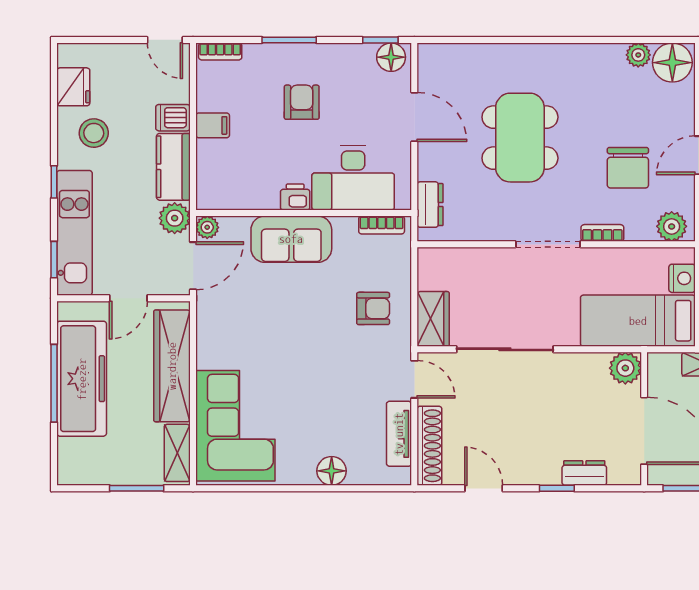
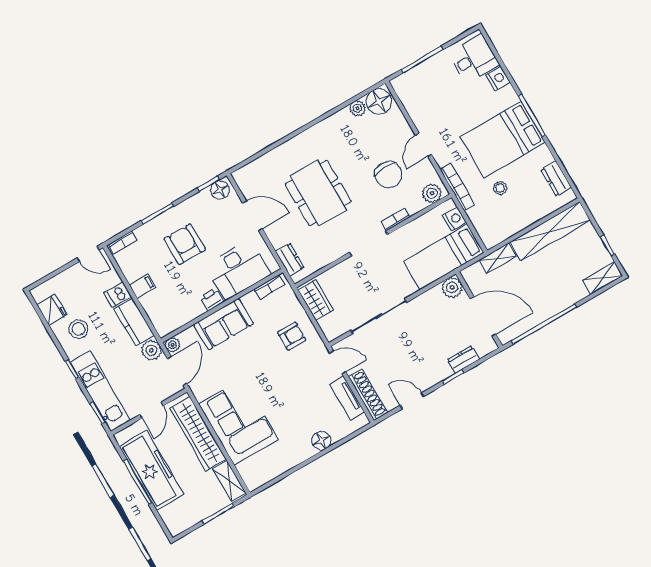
armchair: (302, 102) -> (185, 244), width x1.38, depth x1.38
wardrobe: (433, 319) -> (316, 300), moved
corner sofa: (235, 426) -> (238, 422), moved

